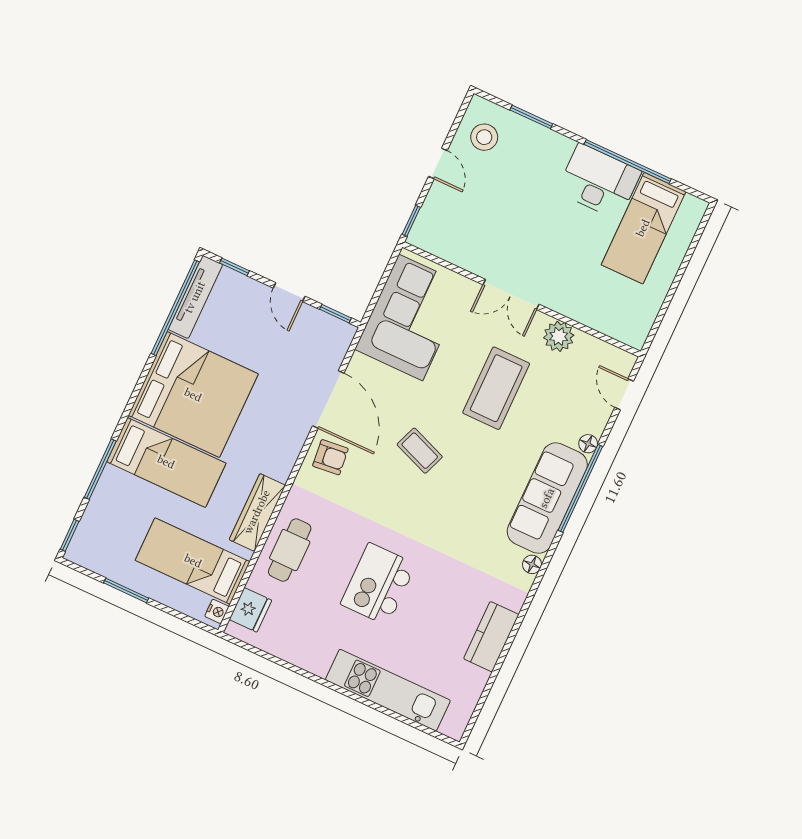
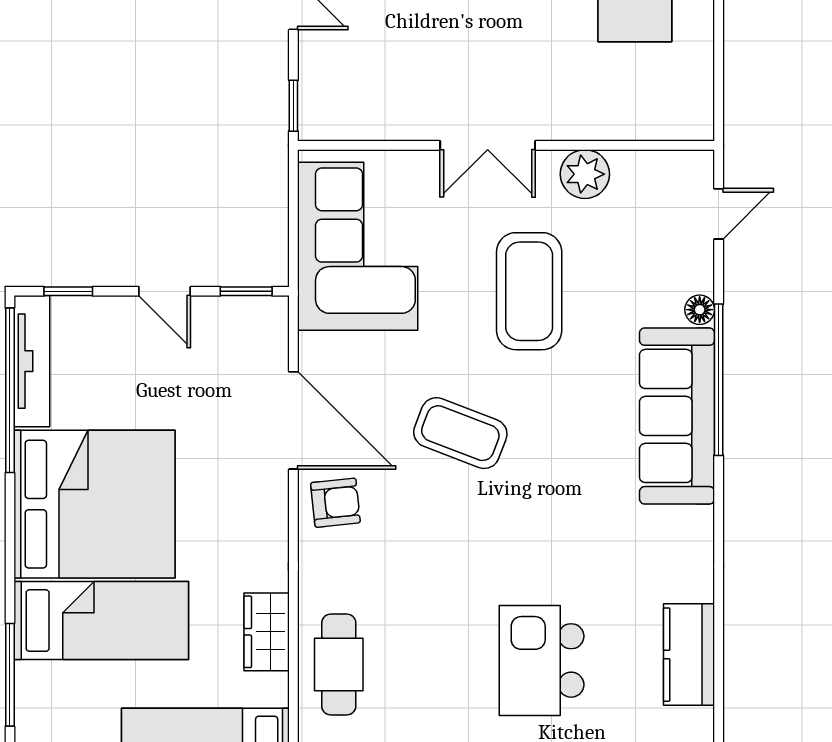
door: (624, 394) -> (719, 214), swing flipped
coffee table: (420, 451) -> (460, 433), width x1.36, depth x1.30
wardrobe: (257, 512) -> (267, 632), width x0.67
floor lamp: (532, 564) -> (700, 522), removed
kitchen island: (378, 584) -> (542, 660), moved

